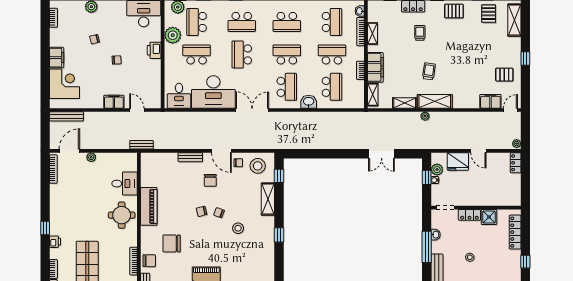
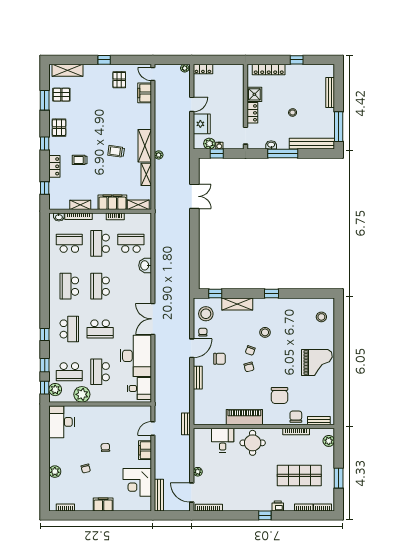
school desk: (287, 22) -> (69, 286), turned 180
printer: (154, 50) -> (96, 412), removed
corner desk: (65, 84) -> (137, 482), moved, turned -90
school desk: (287, 87) -> (131, 286), removed

